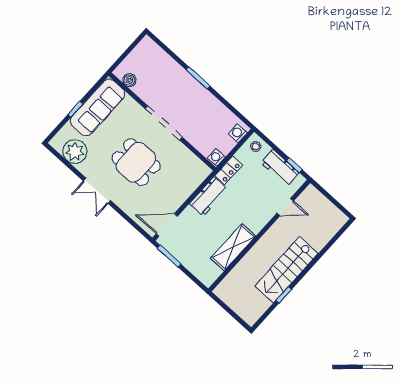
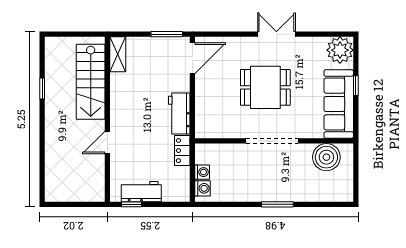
boiler: (129, 80) -> (326, 157), width x1.86, depth x1.86
stool: (256, 146) -> (178, 191), removed
plant: (75, 152) -> (340, 50), moved
washing machine: (216, 157) -> (202, 172), moved
door: (285, 207) -> (107, 143), moved
shelving: (233, 247) -> (118, 54), moved, width x0.67, depth x0.75
stairs: (286, 270) -> (91, 82), moved, turned 180

